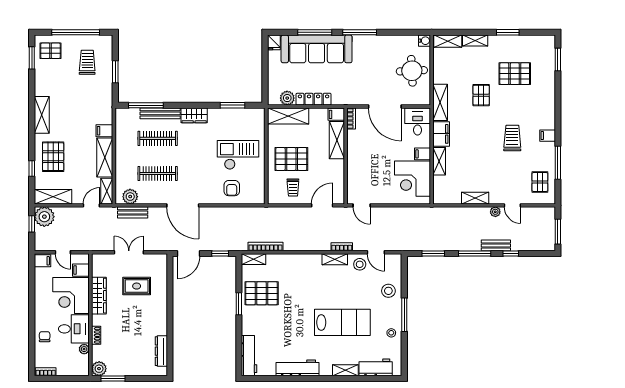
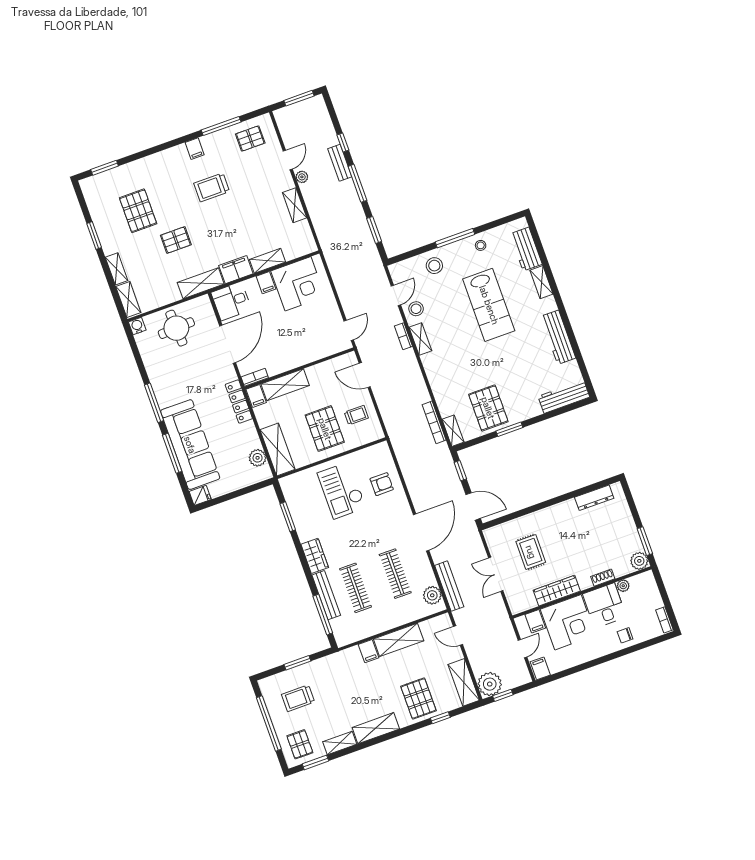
locker: (314, 99) -> (239, 402), moved
pallet: (53, 157) -> (418, 699), turned 90
shelving: (107, 191) -> (340, 743), moved
bench: (133, 212) -> (449, 586), width x1.36
lab bench: (342, 322) -> (489, 305), turned 180

